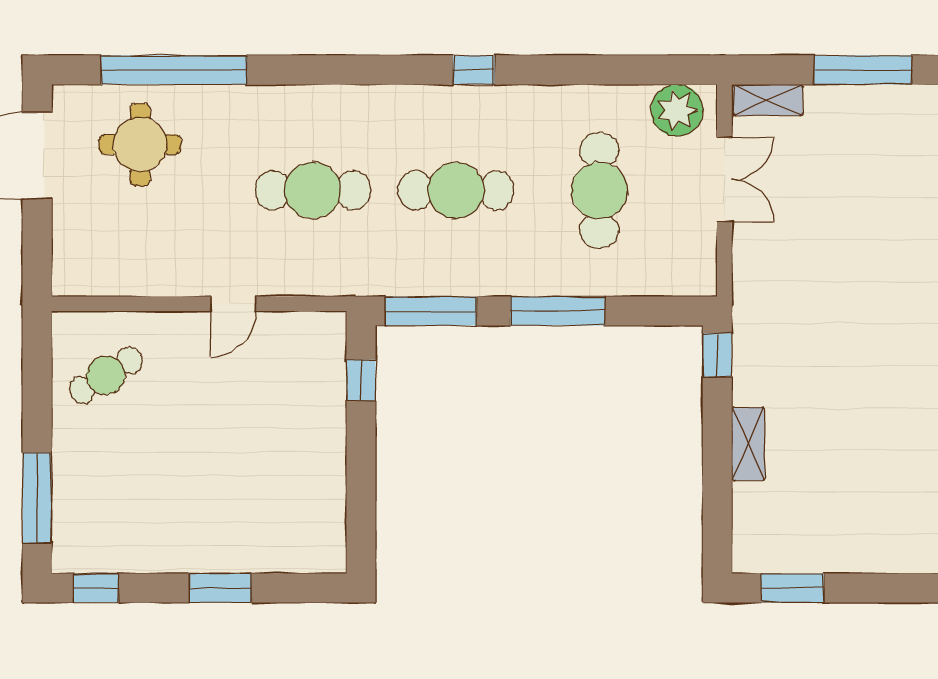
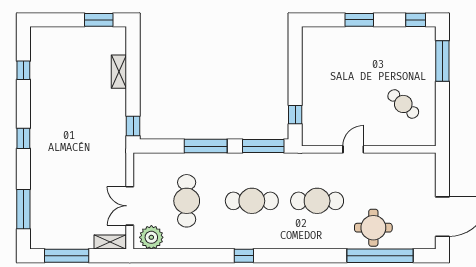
round table: (140, 145) -> (373, 228), moved
cafe table: (106, 375) -> (403, 104), moved, turned 74
shelving: (748, 444) -> (119, 72), moved

